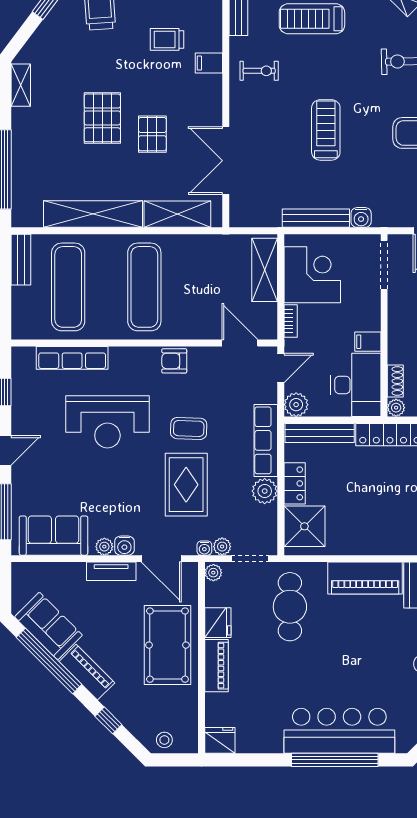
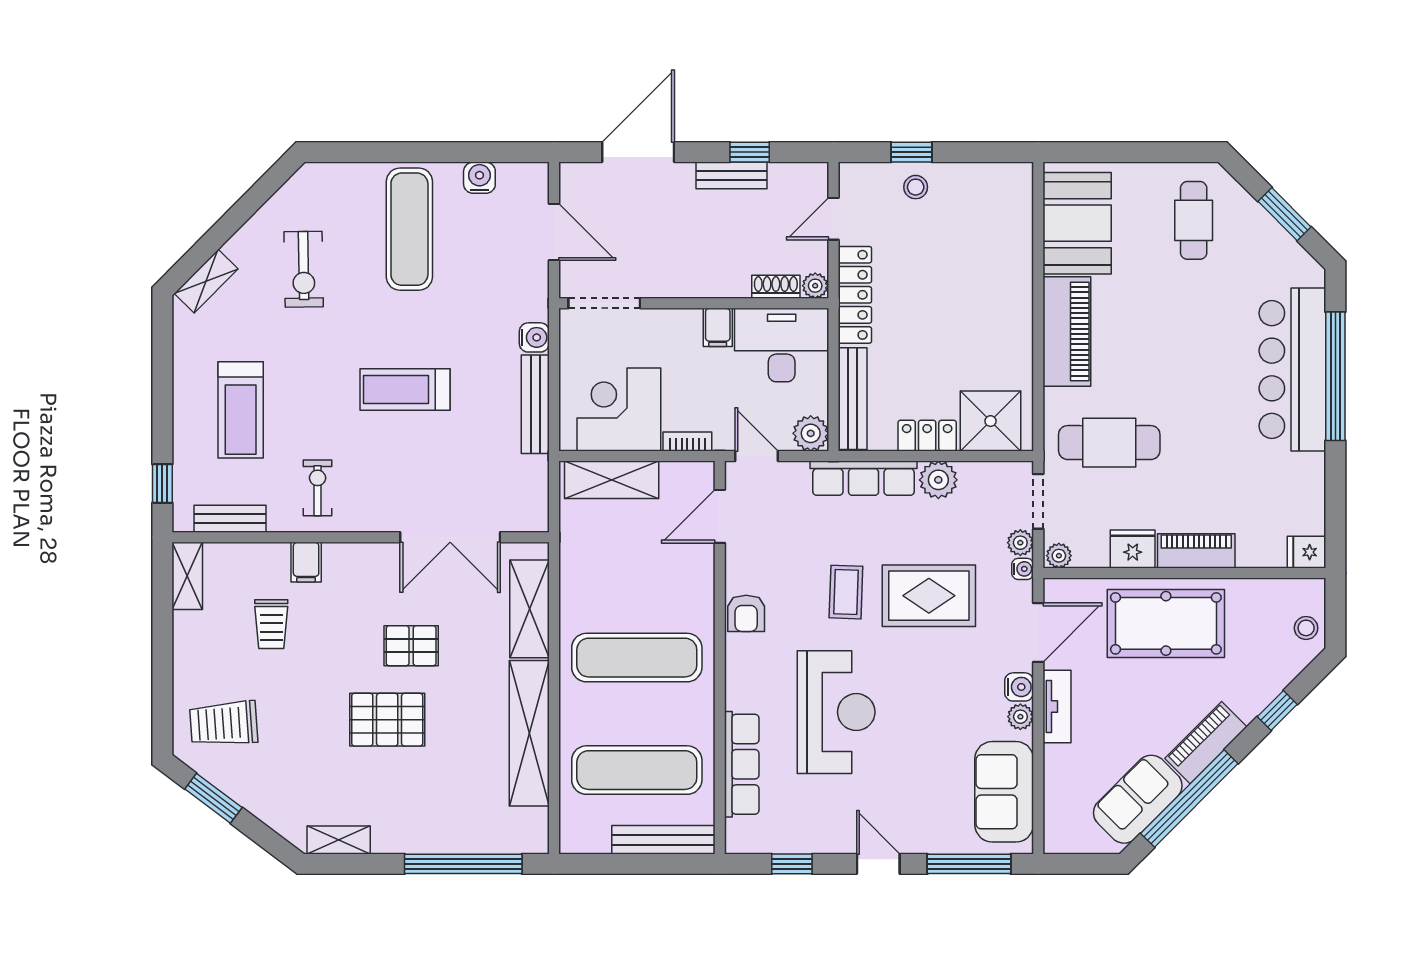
bench: (21, 260) -> (663, 840), moved, width x1.36
fridge: (220, 740) -> (1307, 552), width x0.72

